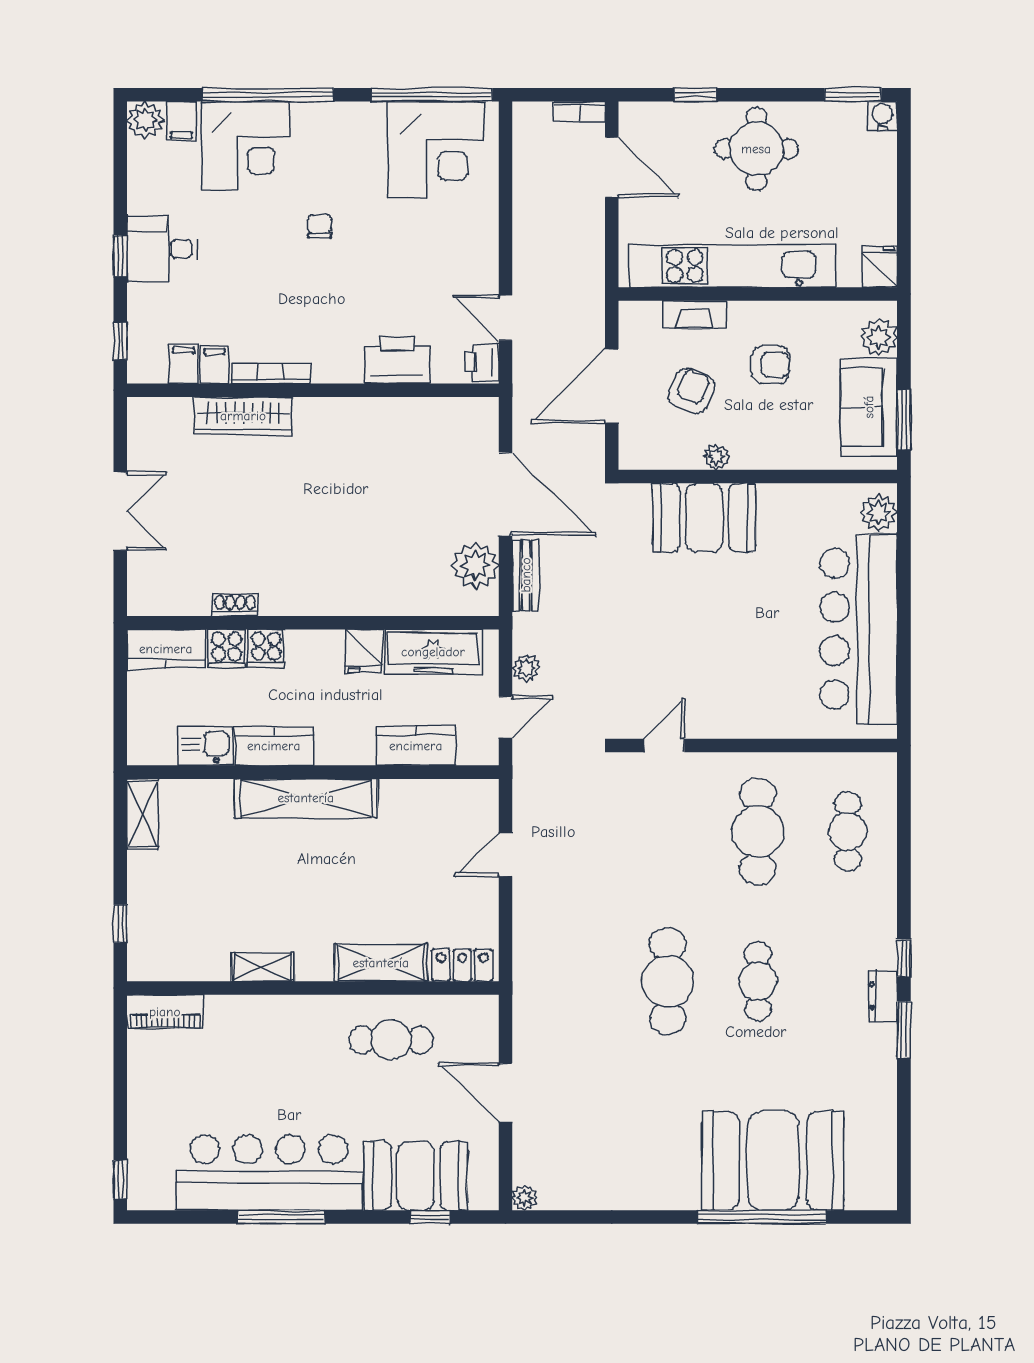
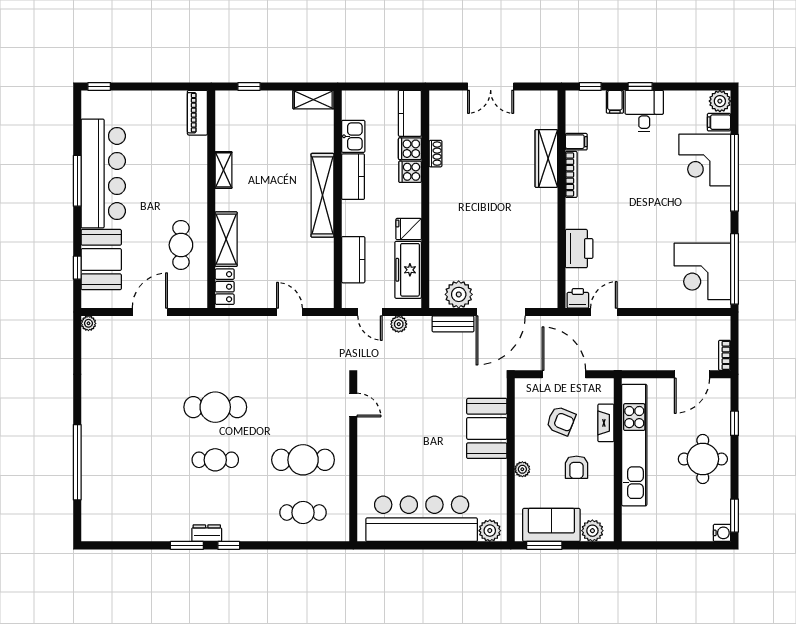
chair: (320, 226) -> (657, 203), removed
fridge: (880, 267) -> (634, 531), removed
filing cabinet: (183, 364) -> (615, 102), moved, turned 90
plant: (716, 457) -> (522, 469), moved
booth: (773, 1161) -> (110, 469), removed

